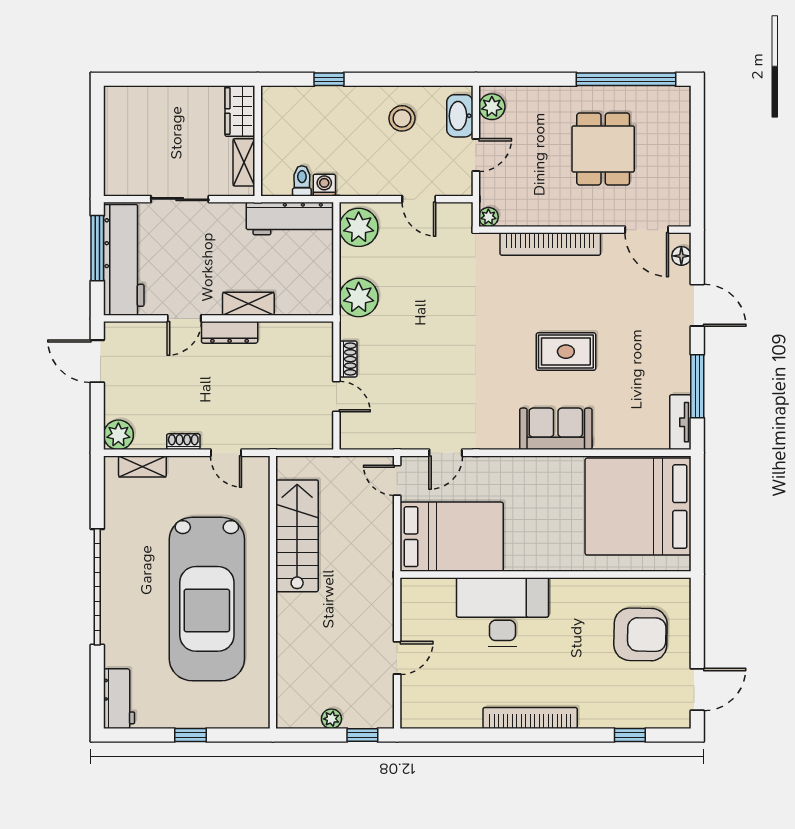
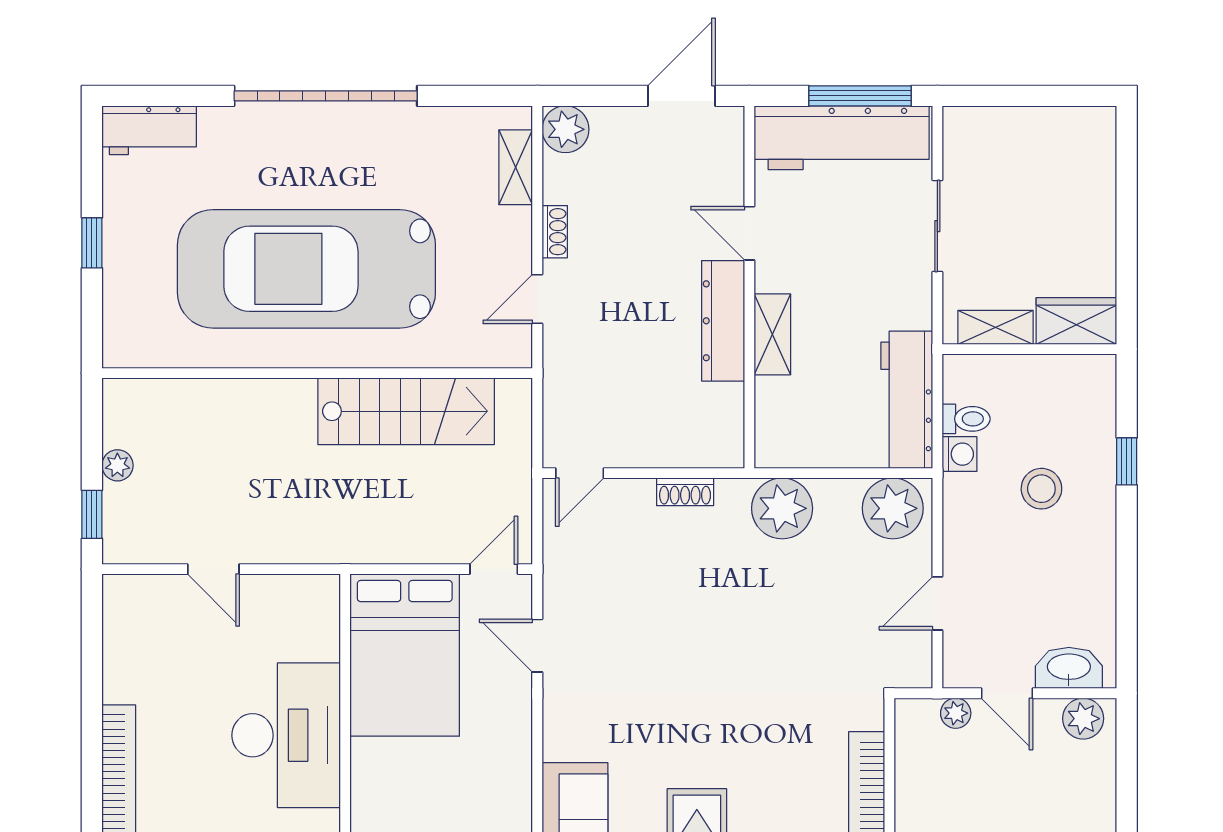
stool: (402, 118) -> (1041, 489), moved
plant: (488, 217) -> (956, 713), moved
dresser: (230, 332) -> (723, 321), width x1.37, depth x1.24
door: (336, 397) -> (580, 473), moved

